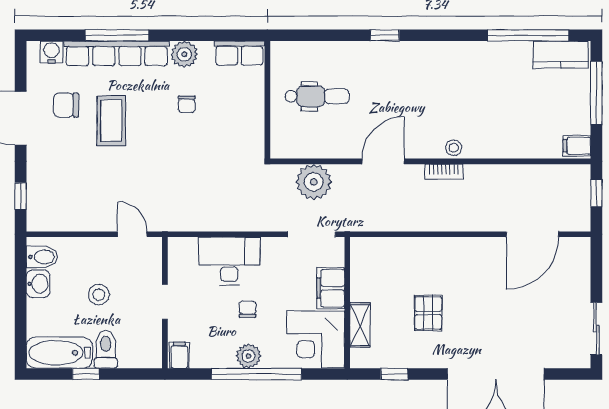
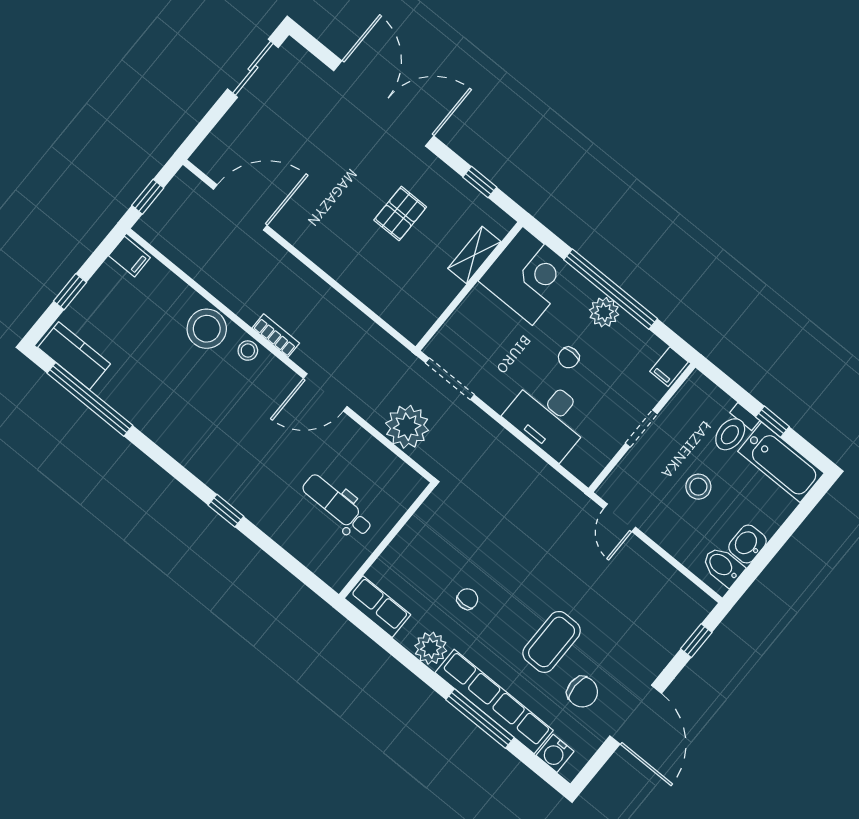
window: (596, 93) -> (70, 292), width x0.46
stool: (491, 140) -> (207, 329), added
filing cabinet: (331, 288) -> (473, 313), removed

